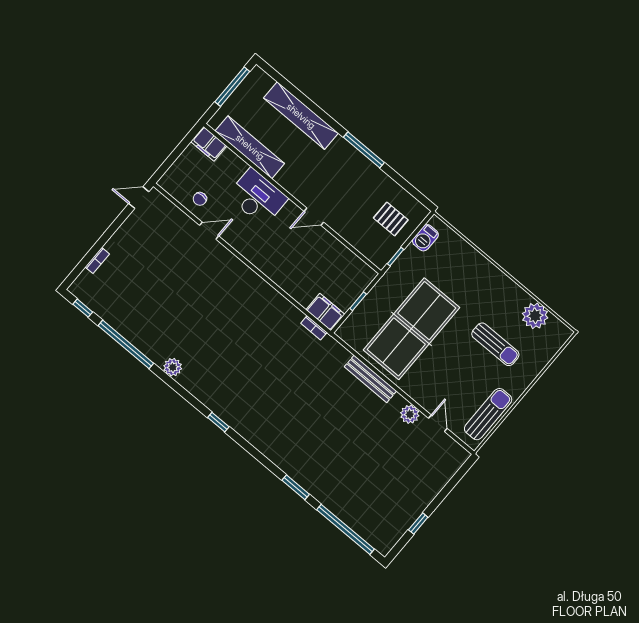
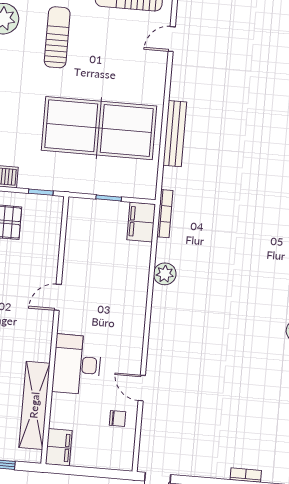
door: (314, 217) -> (58, 297), swing flipped
bookcase: (314, 328) -> (165, 214), width x1.56
plant: (410, 414) -> (165, 274), moved

